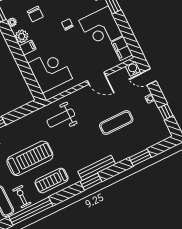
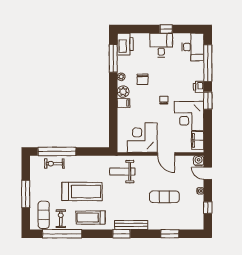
corner desk: (50, 71) -> (142, 138), moved, turned -90

